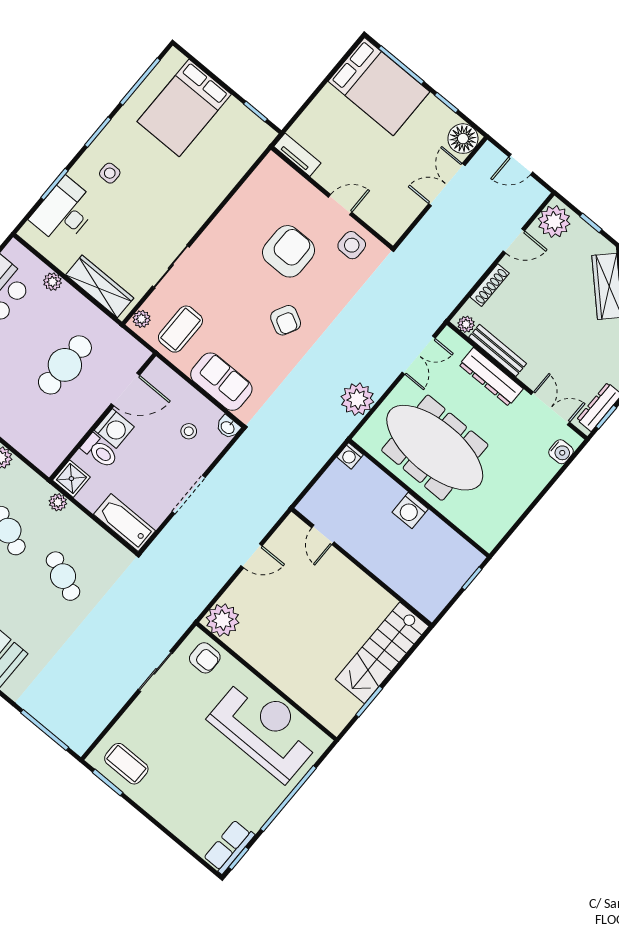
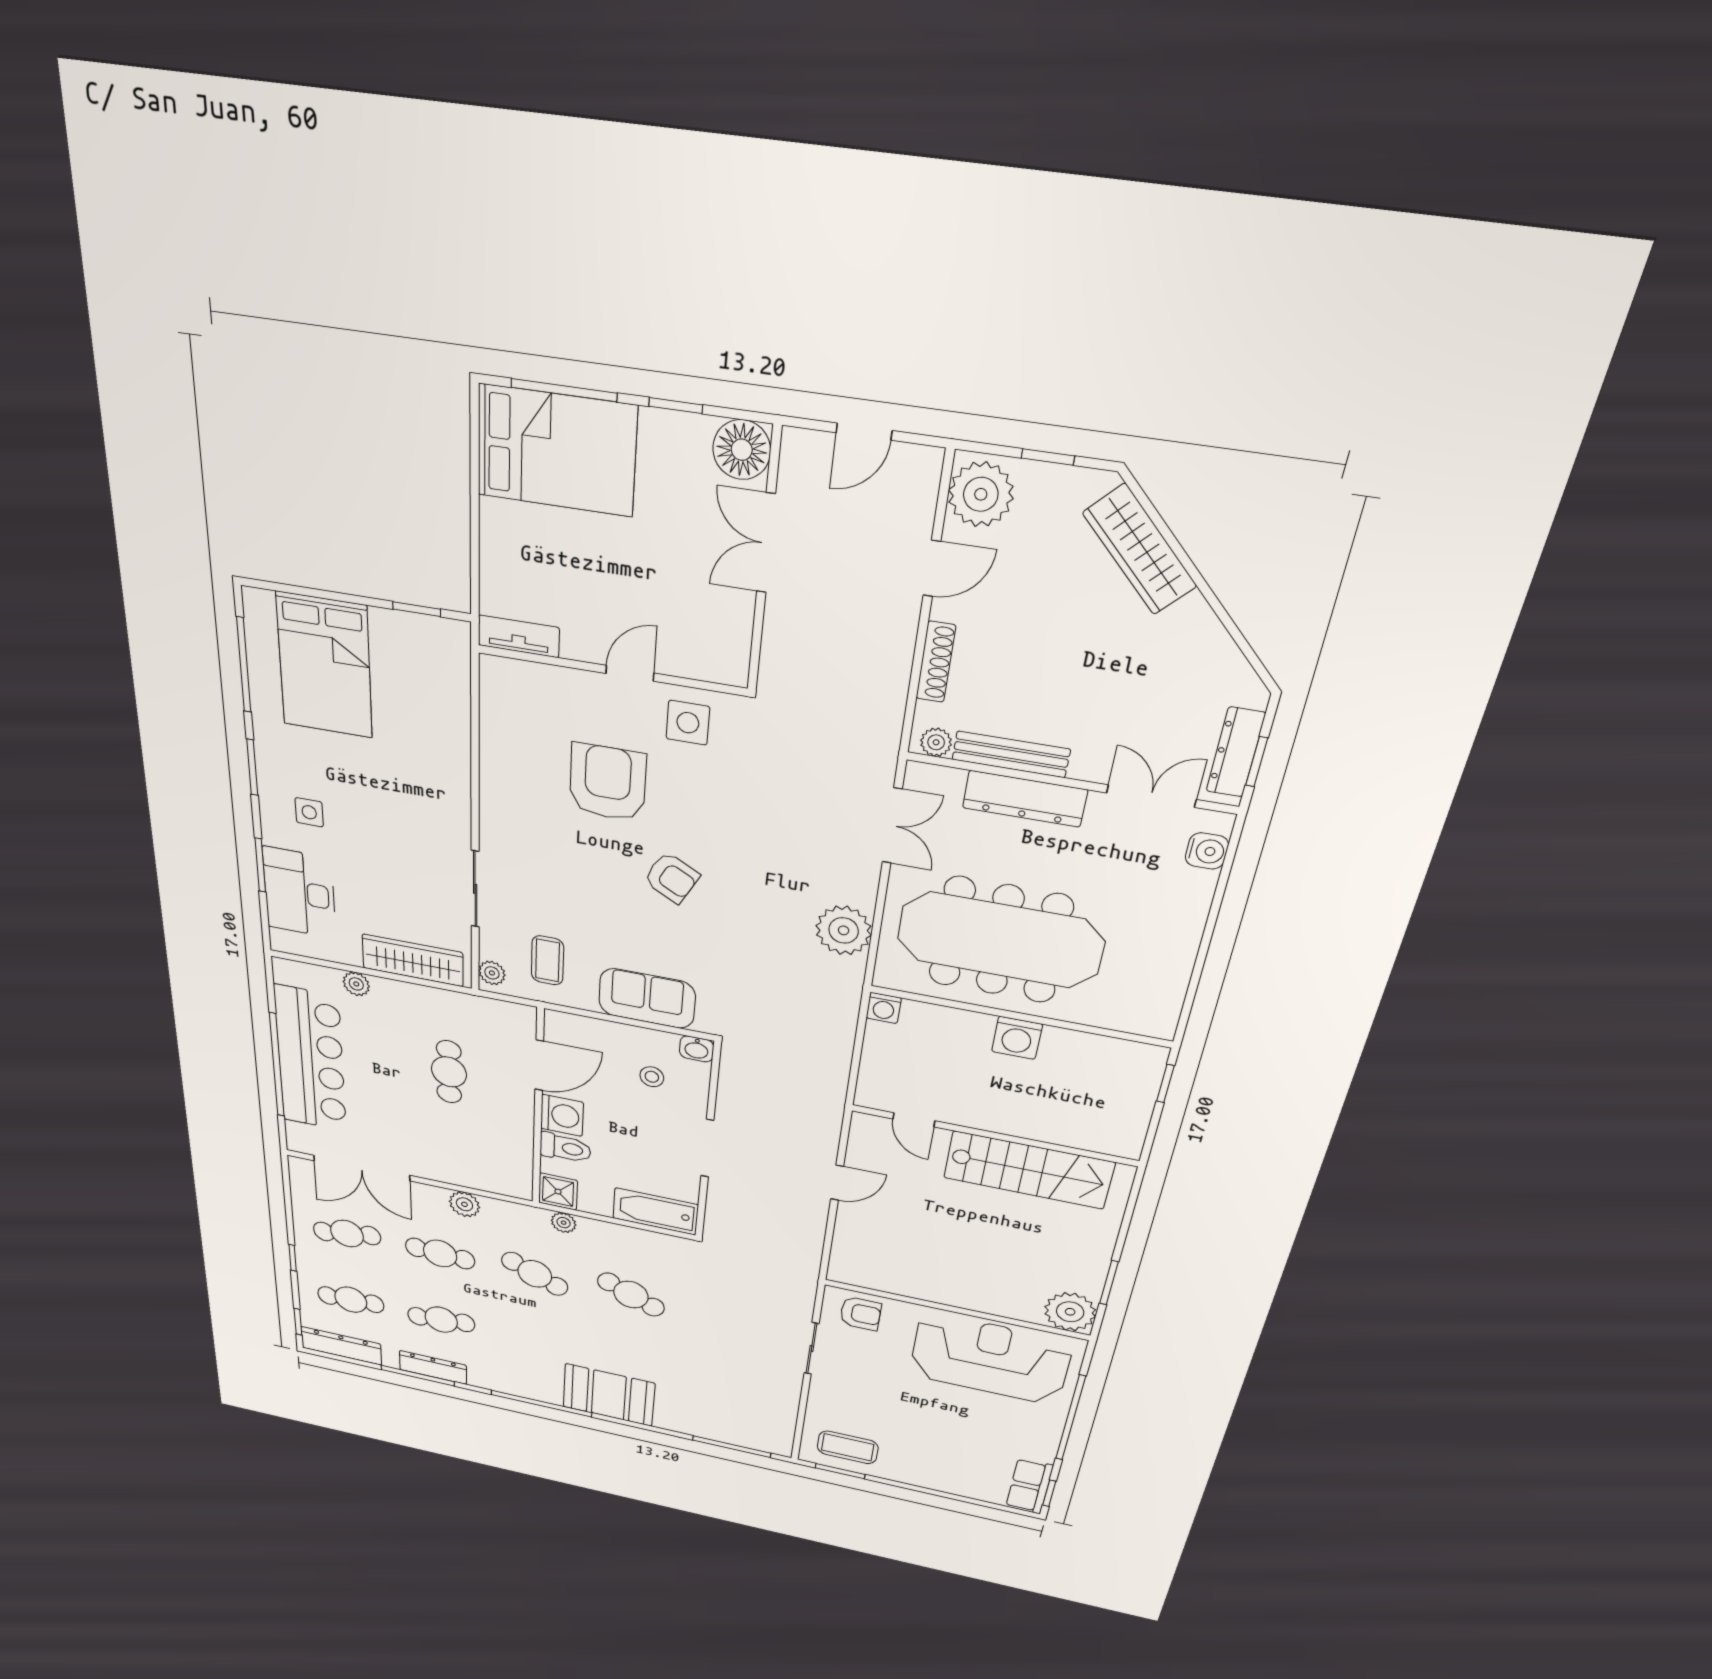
coffee table: (180, 329) -> (547, 960), width x0.73, depth x0.77
cafe table: (65, 365) -> (449, 1072), width x0.73, depth x0.74
plant: (223, 620) -> (1070, 1312), moved
stairs: (382, 653) -> (1029, 1170), moved, turned -90

